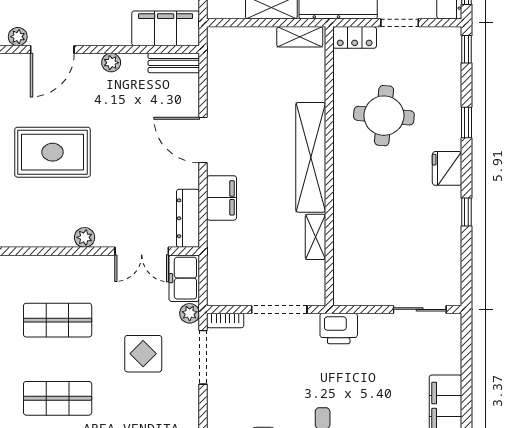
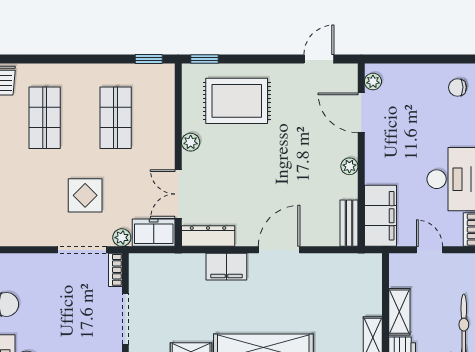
rug: (53, 152) -> (237, 101), moved, turned 90

